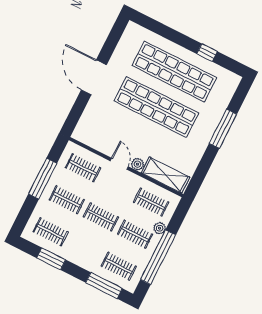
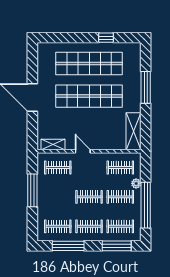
shelving: (90, 140) -> (53, 144), added
plant: (137, 164) -> (96, 145), removed
shelving: (166, 175) -> (134, 131), moved, turned 90
clothes rail: (67, 200) -> (89, 226), moved
window: (51, 259) -> (68, 246), width x1.44

